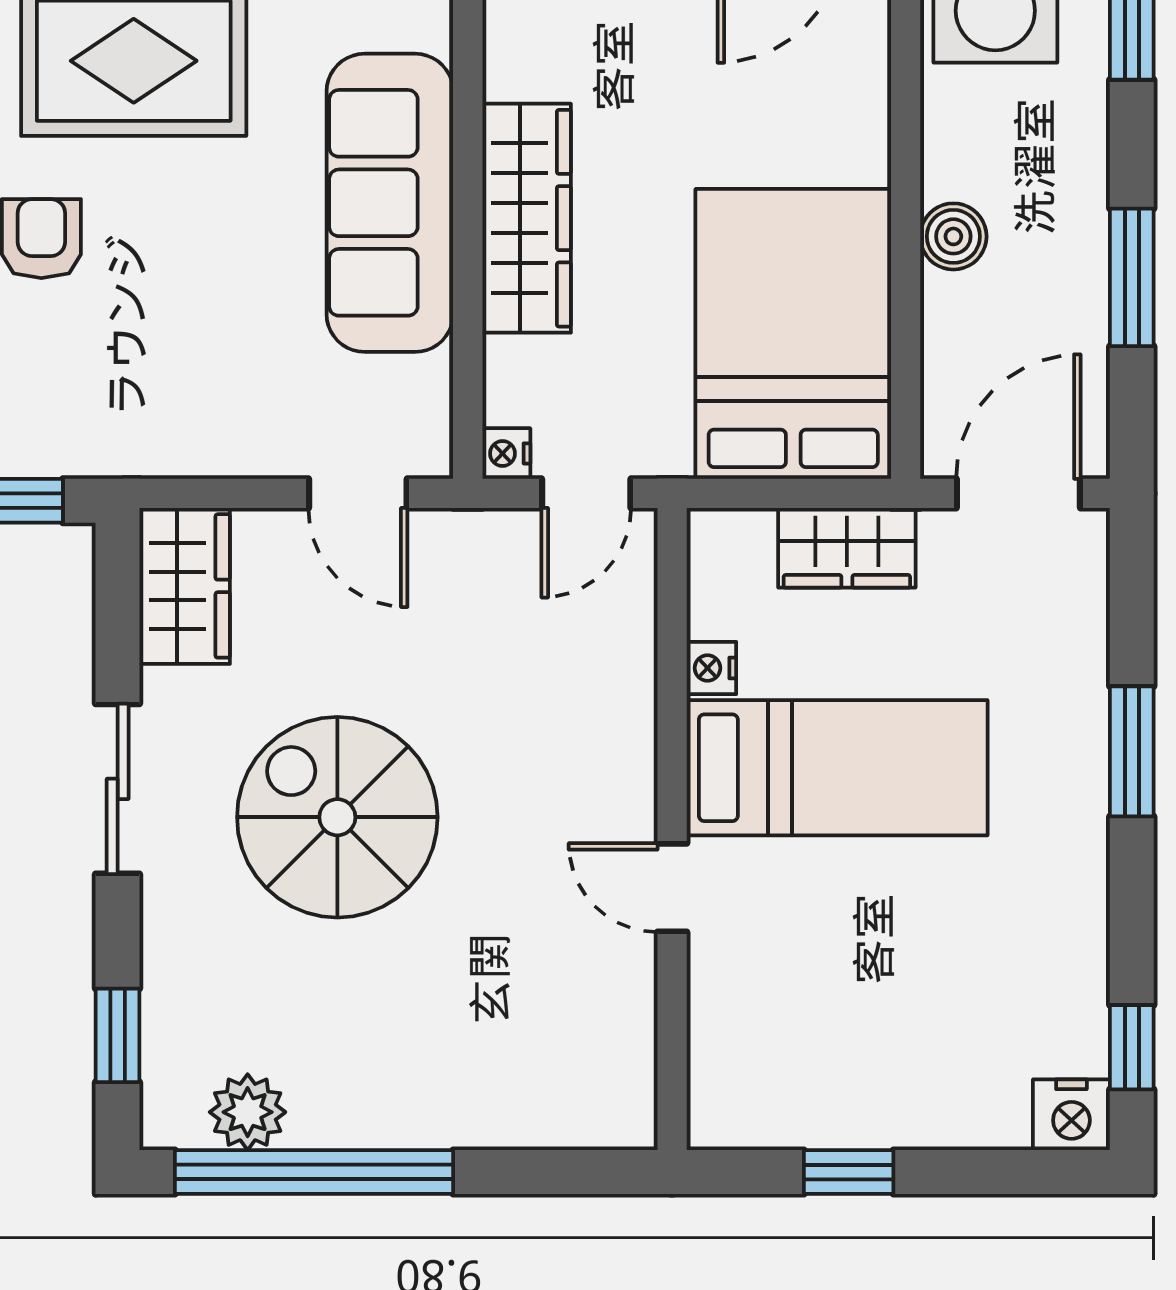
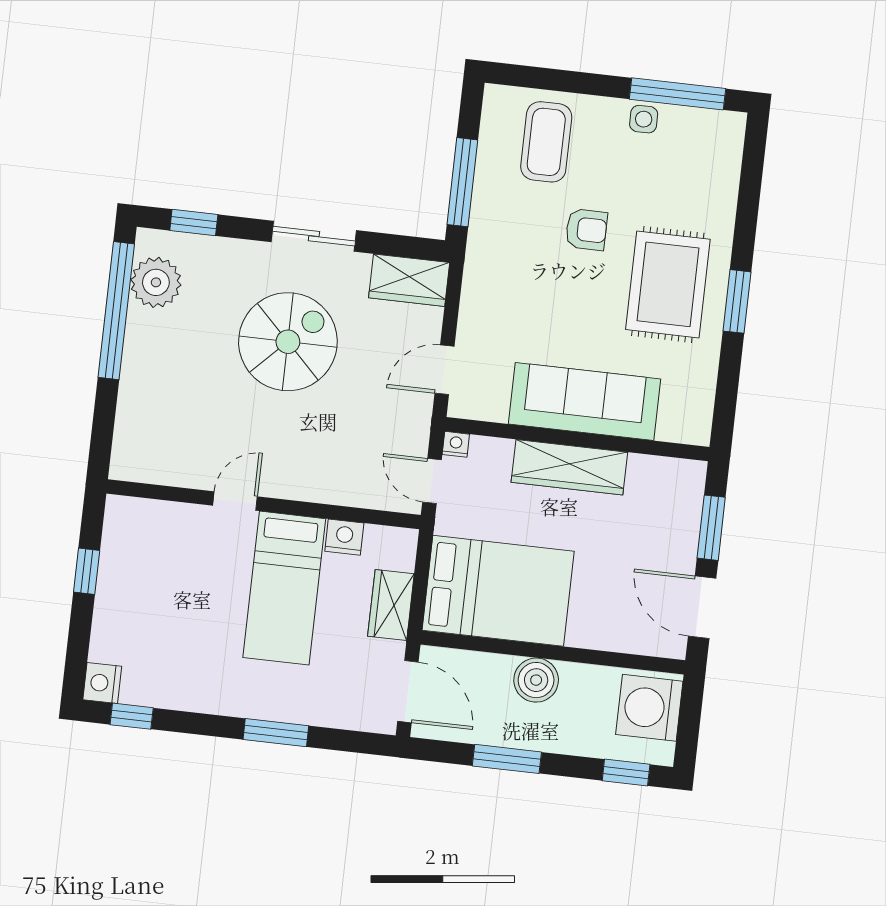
boiler: (953, 236) -> (536, 680), width x1.36, depth x1.36
nightstand: (711, 668) -> (344, 537), width x1.39, depth x1.35
plant: (248, 1112) -> (156, 282), width x1.36, depth x1.36

